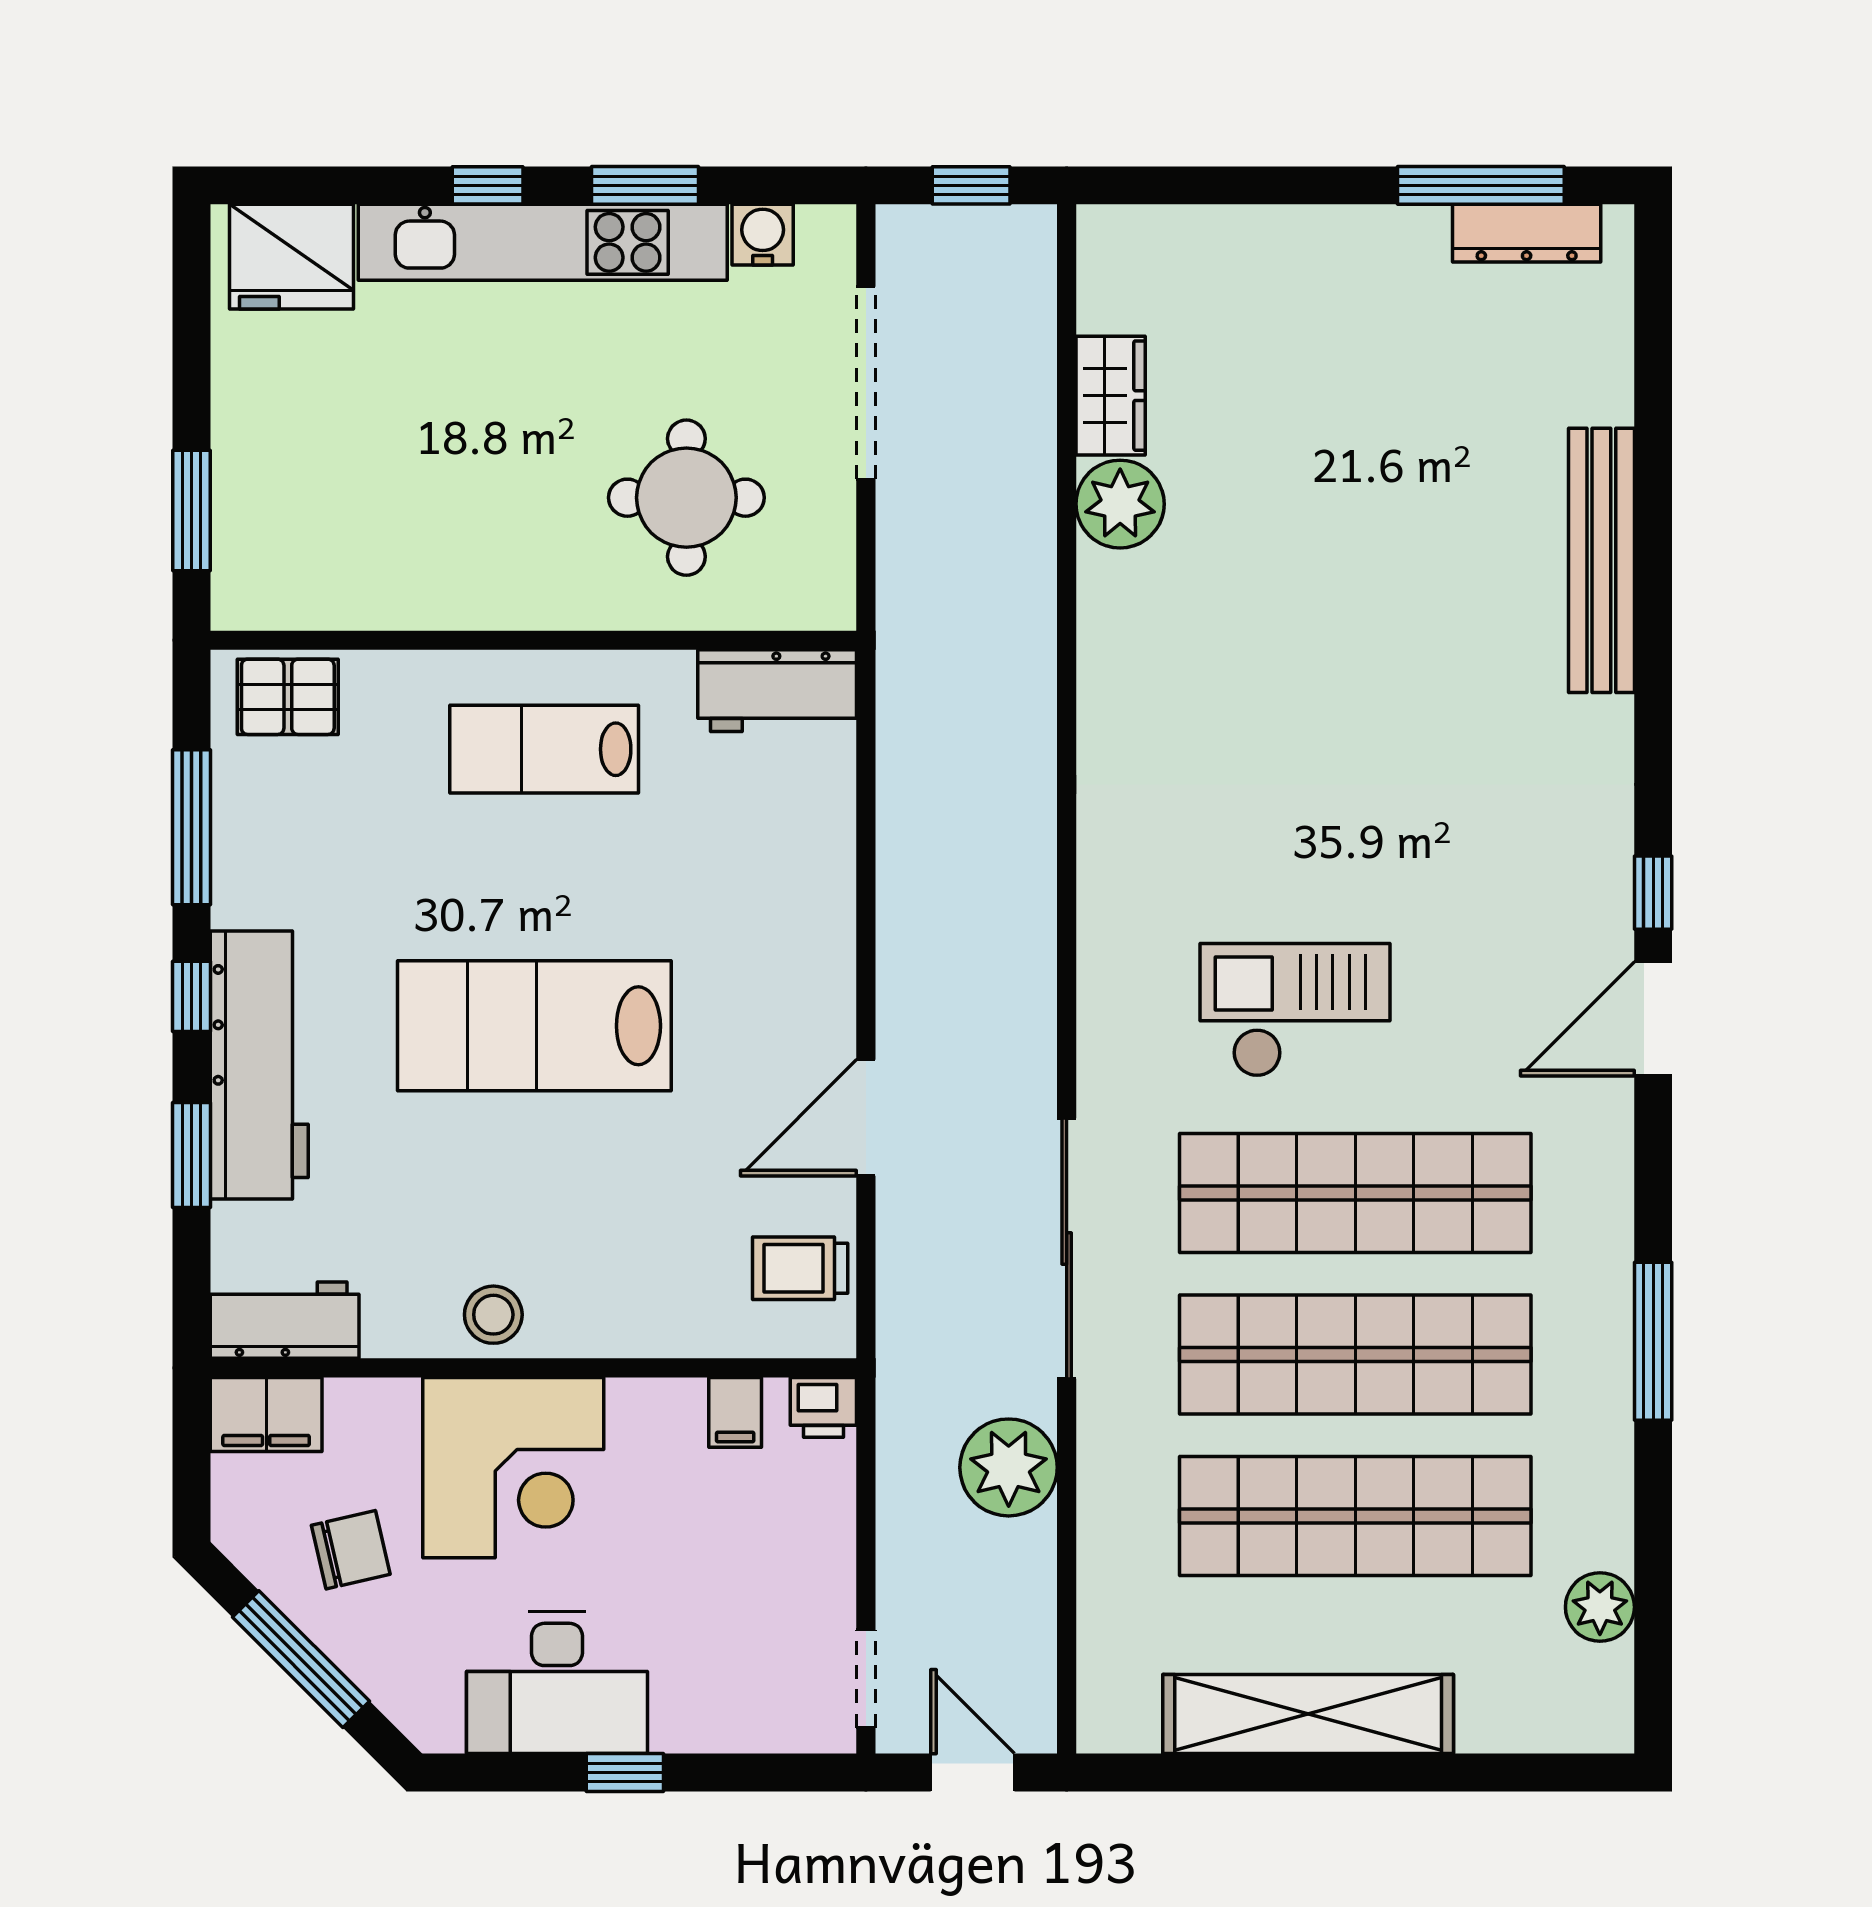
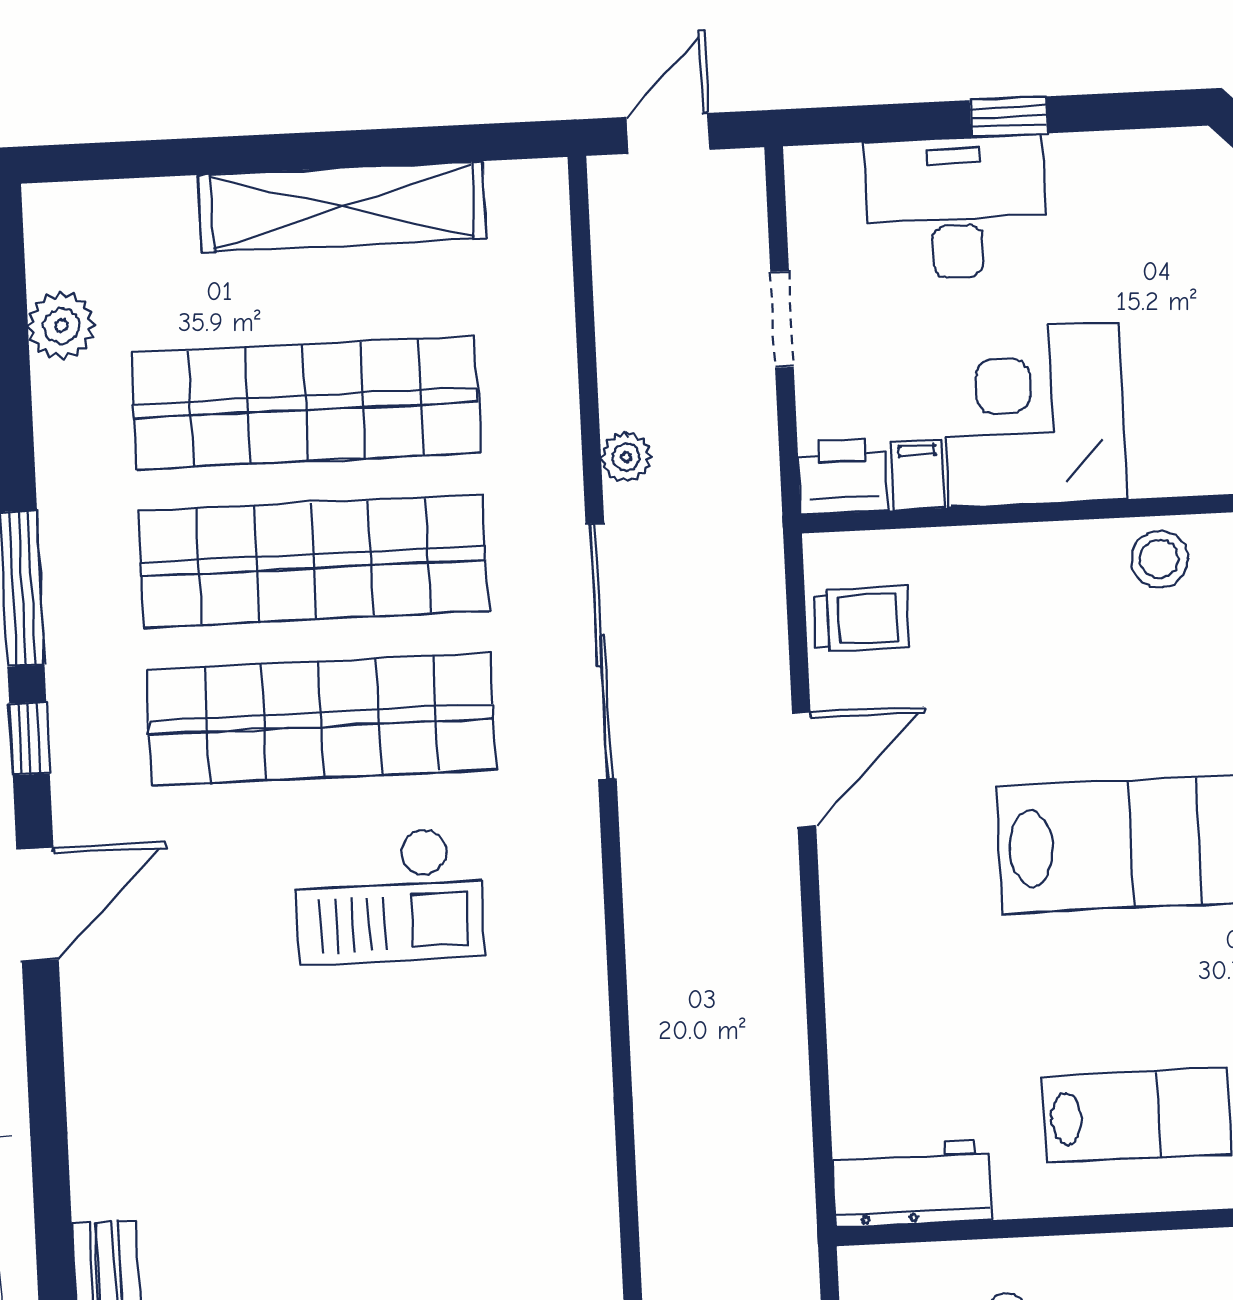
window: (1653, 893) -> (29, 738), moved
printer: (823, 1407) -> (843, 476), width x1.36, depth x1.24
plant: (1009, 1467) -> (626, 457), width x0.53, depth x0.53
corner desk: (513, 1468) -> (1035, 415), moved
doorway: (866, 1679) -> (782, 319), moved
desk: (557, 1683) -> (956, 207), moved
door: (973, 1772) -> (668, 133), swing flipped

